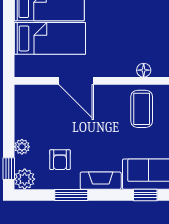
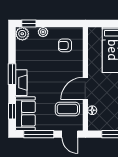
door: (76, 81) -> (85, 89), moved
armchair: (60, 160) -> (65, 45), moved
window: (71, 195) -> (12, 74), moved

